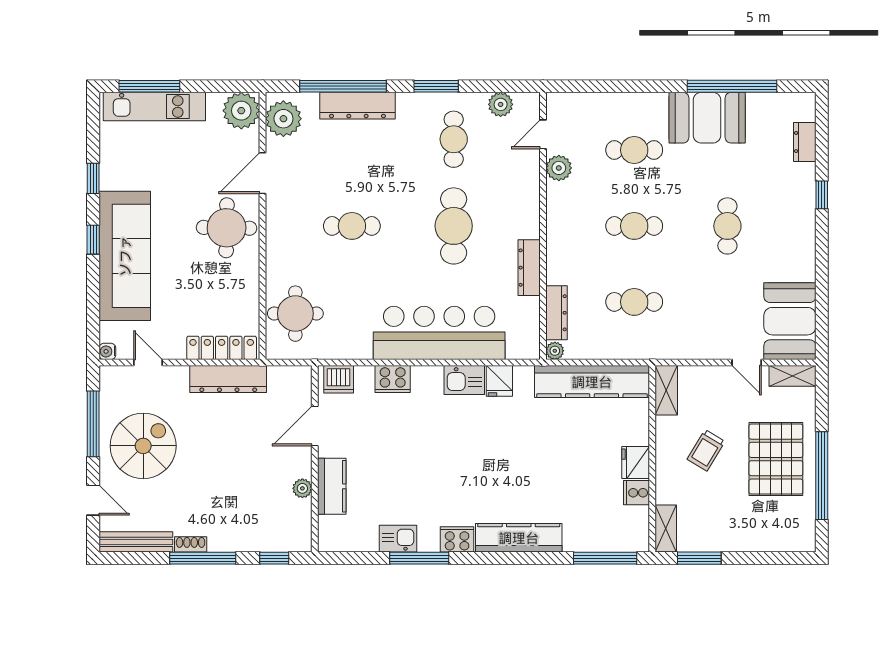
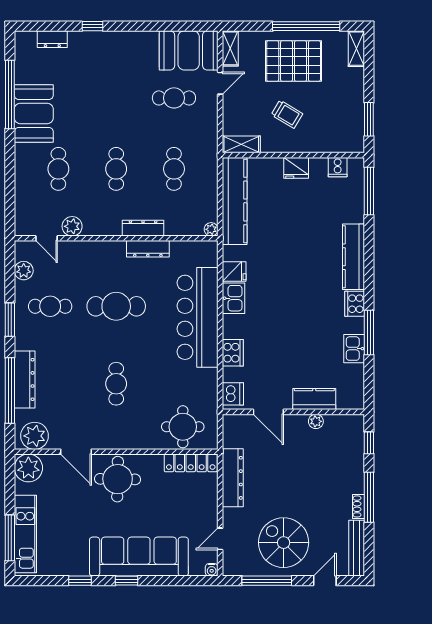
cafe table: (727, 226) -> (174, 98), moved
dresser: (556, 313) -> (143, 228), moved
locker: (222, 348) -> (191, 463), moved, turned -90
cooker: (636, 493) -> (338, 167), moved
shelving: (666, 529) -> (356, 49), moved, turned 90

